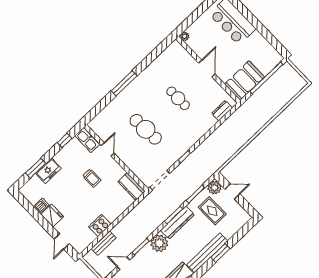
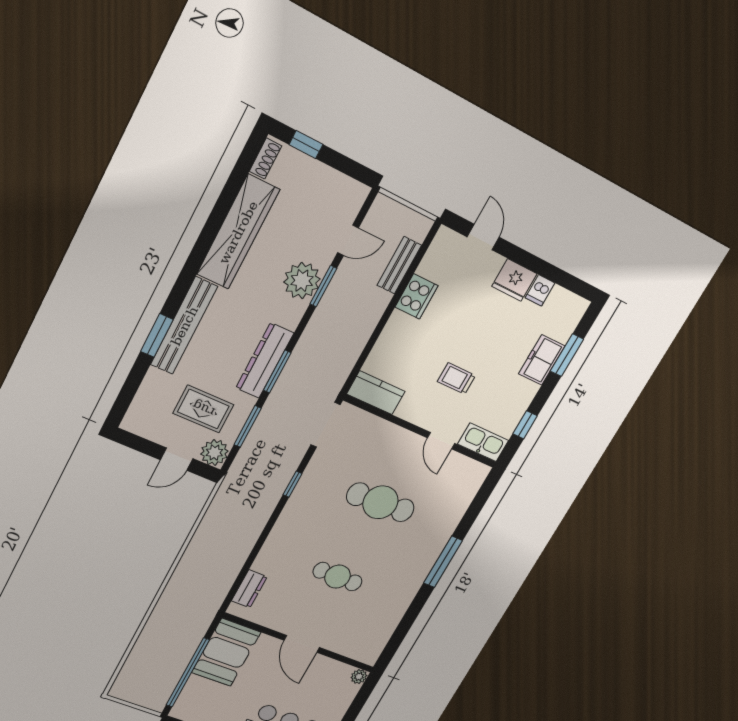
plant: (159, 243) -> (302, 281), moved

